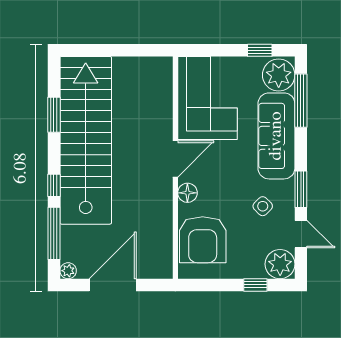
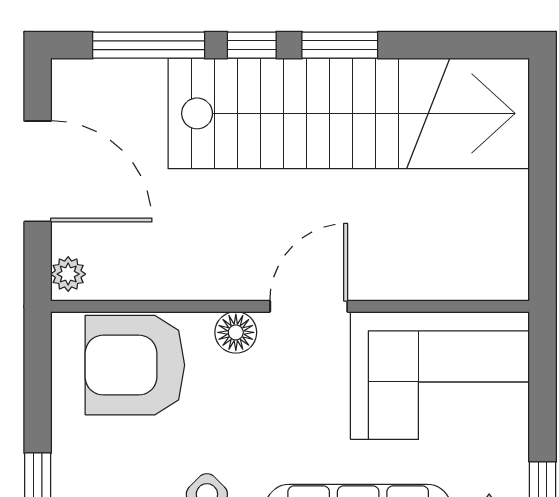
window: (54, 115) -> (340, 45), moved
door: (175, 159) -> (309, 306), swing flipped
plant: (68, 271) -> (68, 274), moved

